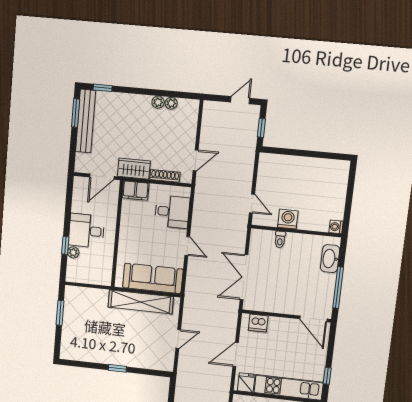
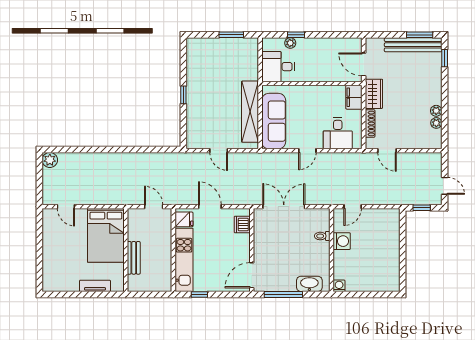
desk: (86, 231) -> (278, 67), moved, turned -90

